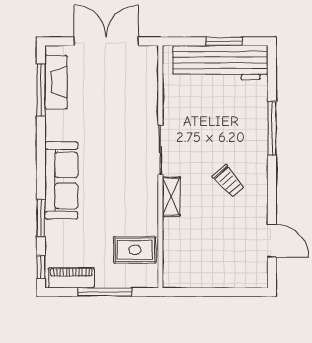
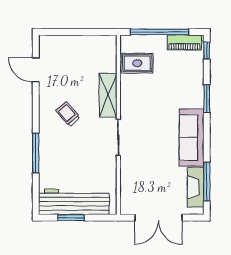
sofa: (61, 180) -> (192, 138), moved
shelving: (171, 197) -> (108, 95), width x1.50, depth x1.33
window: (41, 218) -> (207, 99), moved
window: (105, 292) -> (159, 32), width x1.46

